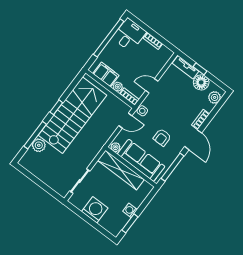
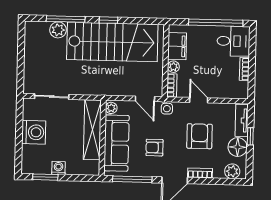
armchair: (176, 102) -> (200, 136), added

